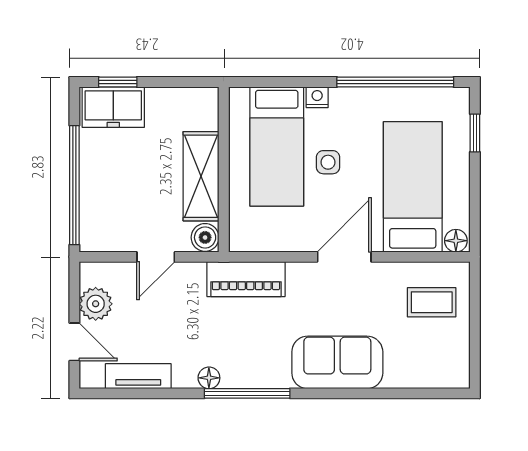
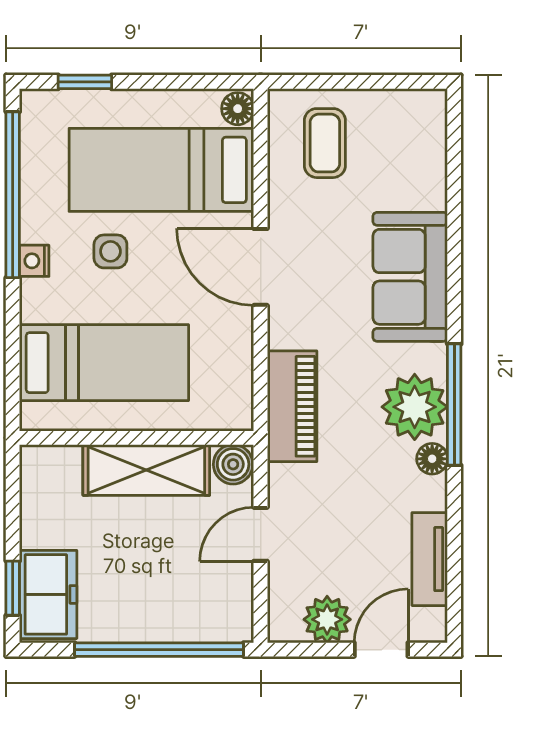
nightstand: (317, 97) -> (34, 261), moved
side table: (328, 162) -> (110, 251), moved
door: (156, 257) -> (261, 534), swing flipped
plant: (246, 366) -> (415, 407), added

